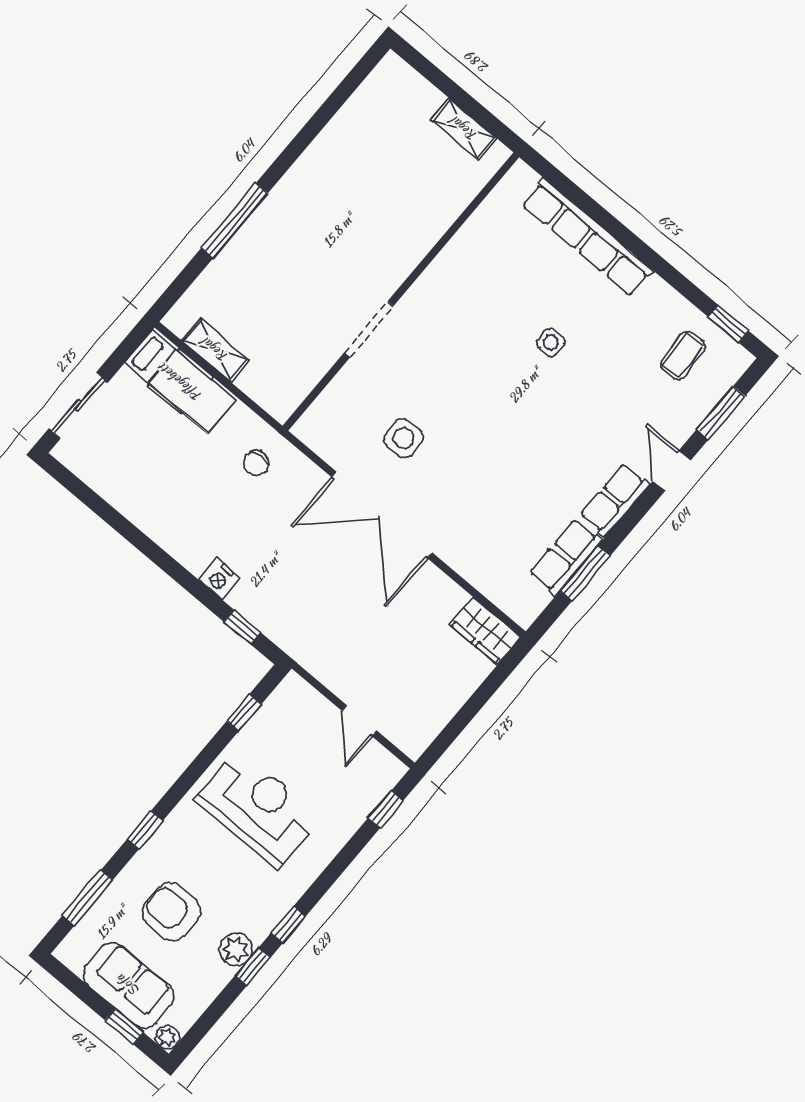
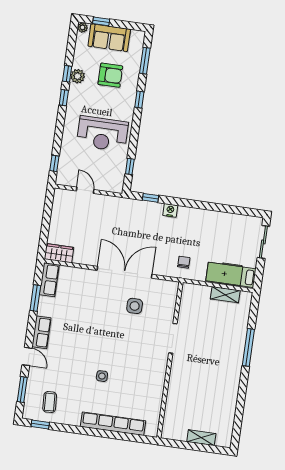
shelving: (464, 129) -> (201, 438), moved
row of seats: (566, 557) -> (49, 280), moved

